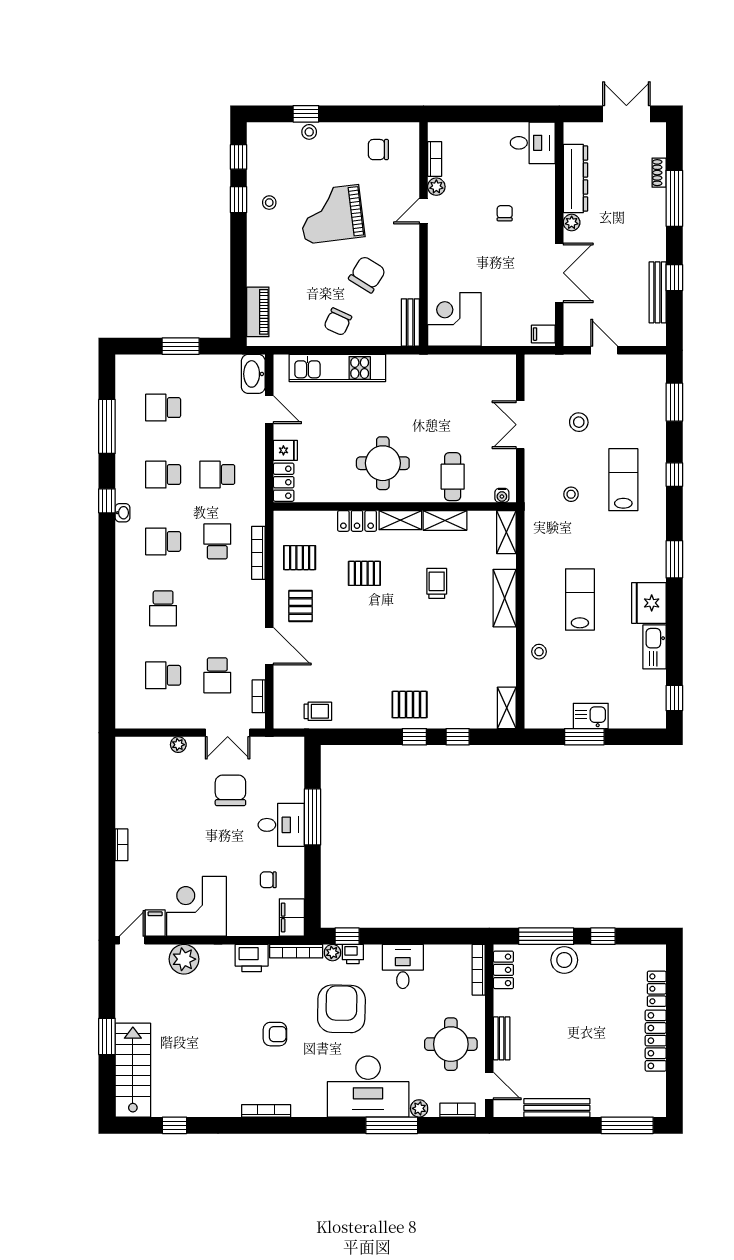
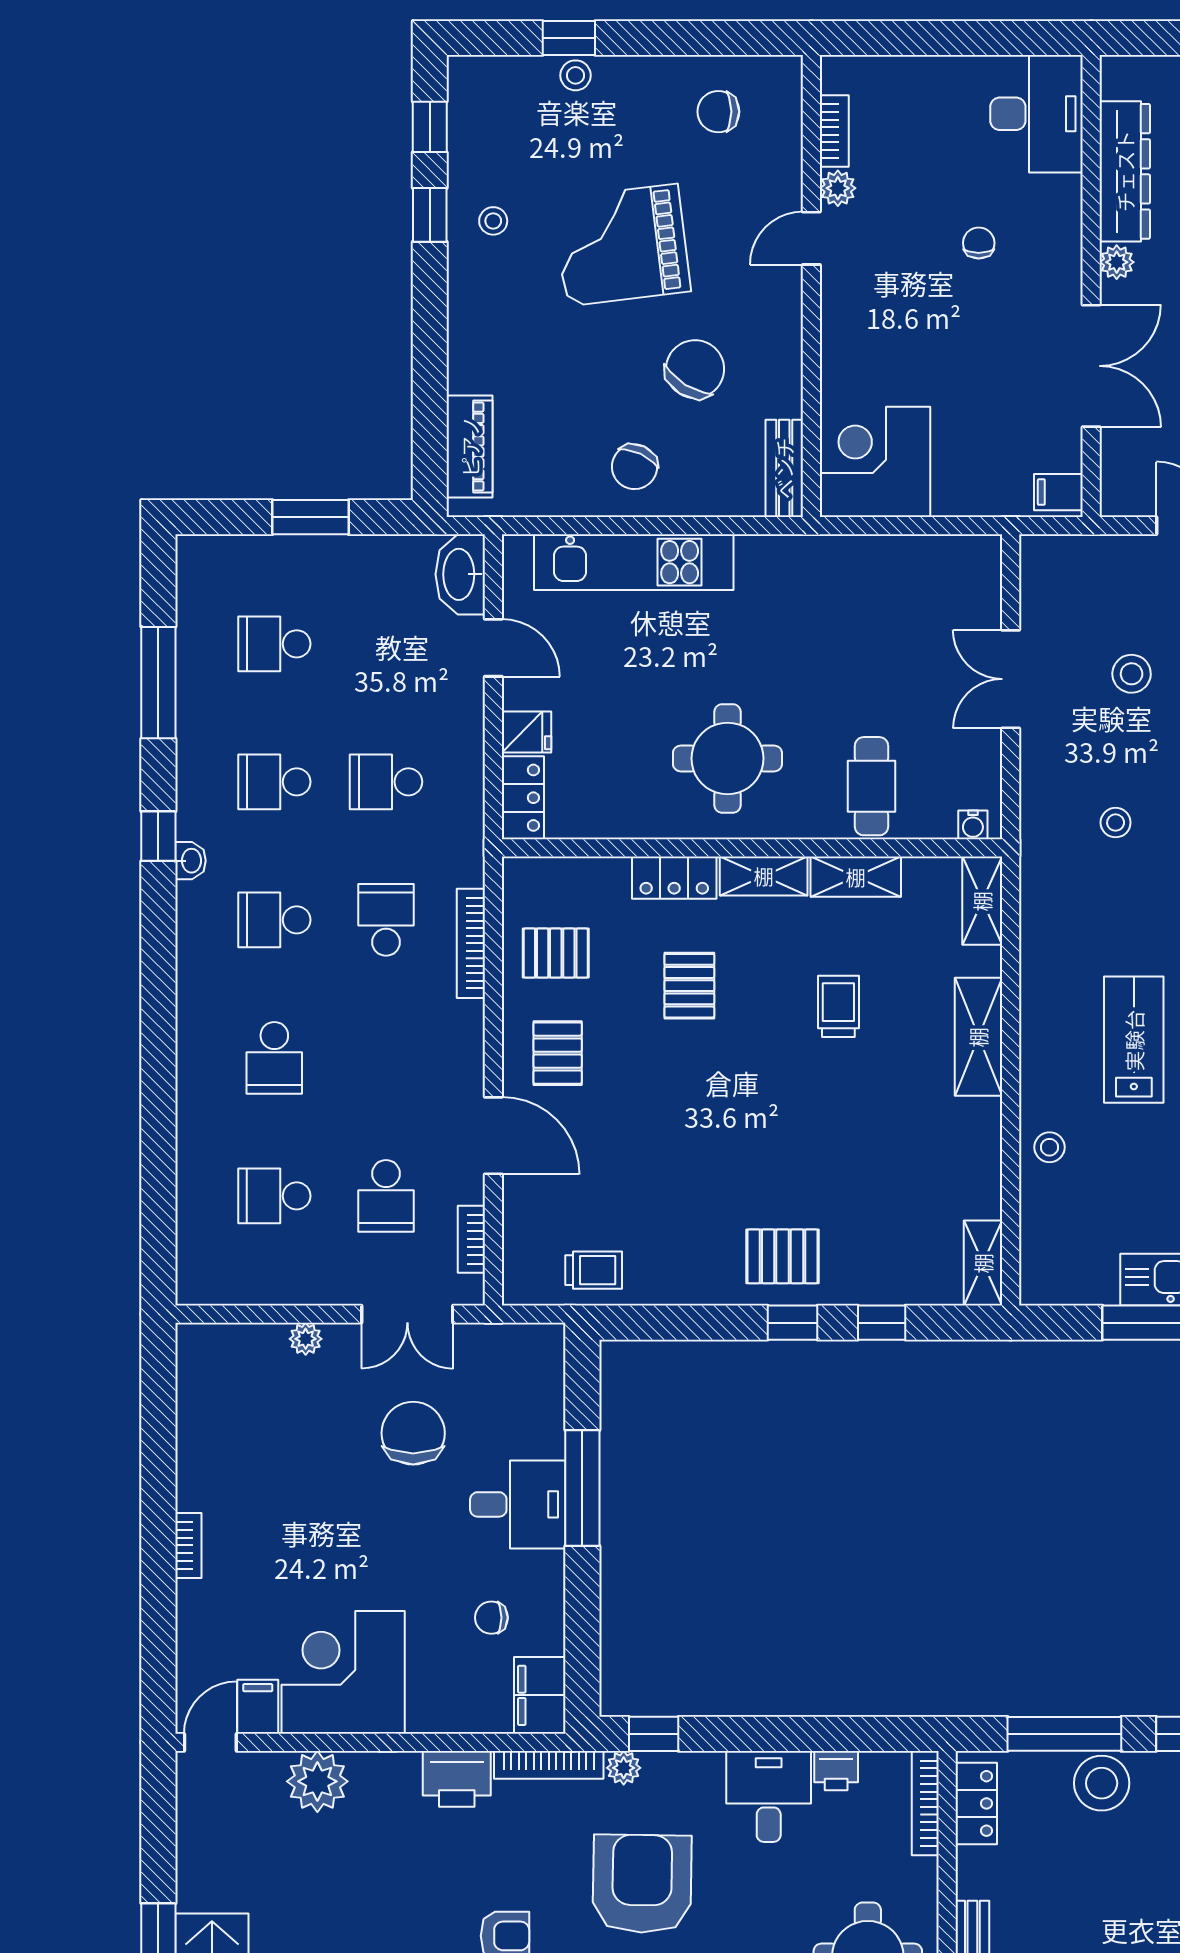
desk: (533, 143) -> (1037, 114), width x1.37
pallet: (364, 573) -> (689, 986), turned 90
printer: (353, 954) -> (836, 1771), moved

